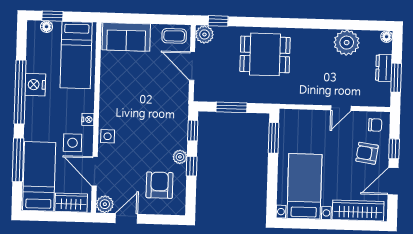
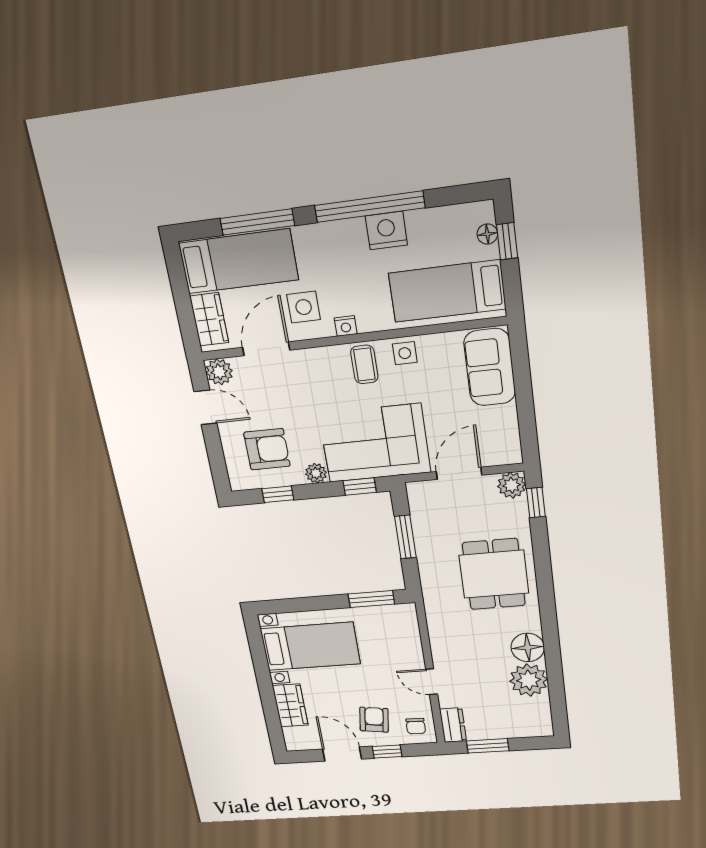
coffee table: (174, 36) -> (364, 364), moved
floor lamp: (387, 37) -> (528, 647), moved, width x1.89, depth x1.89
dresser: (384, 68) -> (453, 725), moved, turned 90
corner sofa: (165, 116) -> (375, 443), added
side table: (108, 136) -> (405, 353), moved
window: (192, 166) -> (278, 494), moved
wardrobe: (358, 210) -> (290, 705), width x0.67

